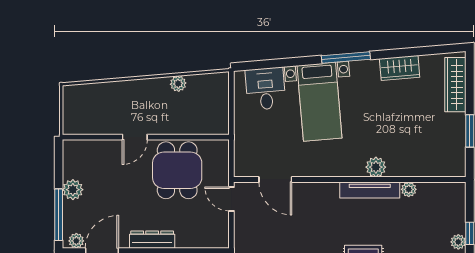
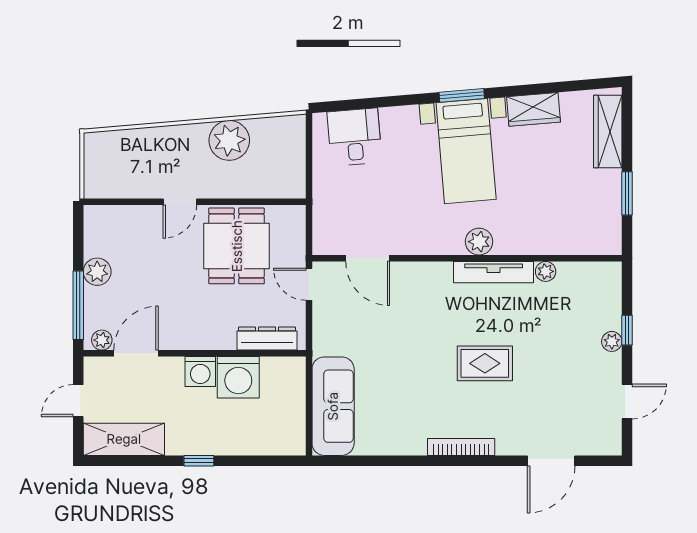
window: (346, 57) -> (462, 95), width x0.69
plant: (178, 84) -> (229, 140), width x1.88, depth x1.88
bed with nightstands: (320, 102) -> (466, 151), moved
plant: (376, 167) -> (479, 242), moved
dresser: (152, 240) -> (267, 338), moved

